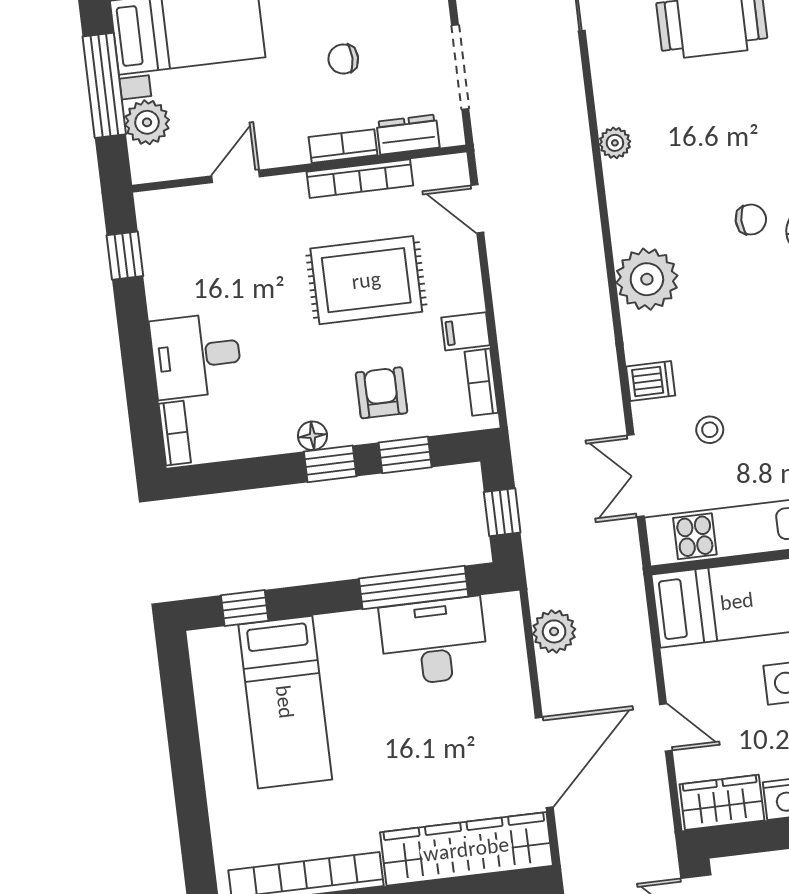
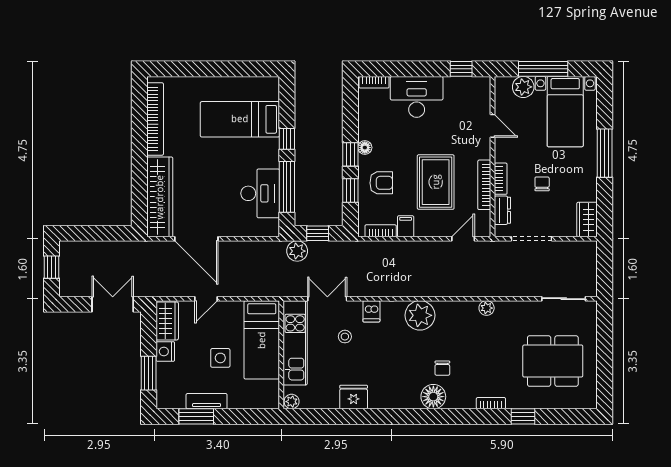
desk: (196, 356) -> (417, 97), width x1.37
window: (245, 608) -> (287, 139), moved
plant: (554, 631) -> (297, 251), moved

